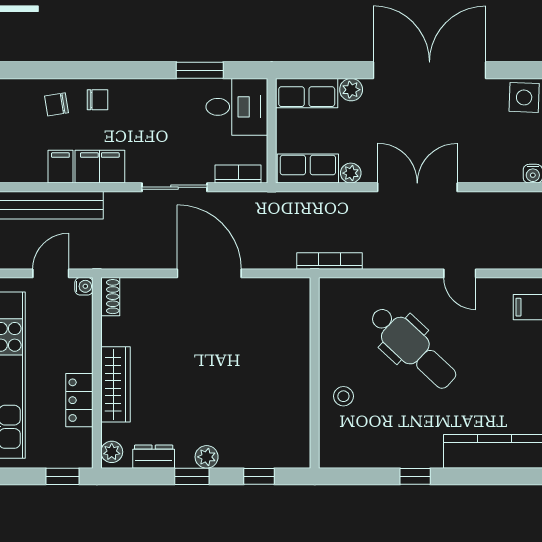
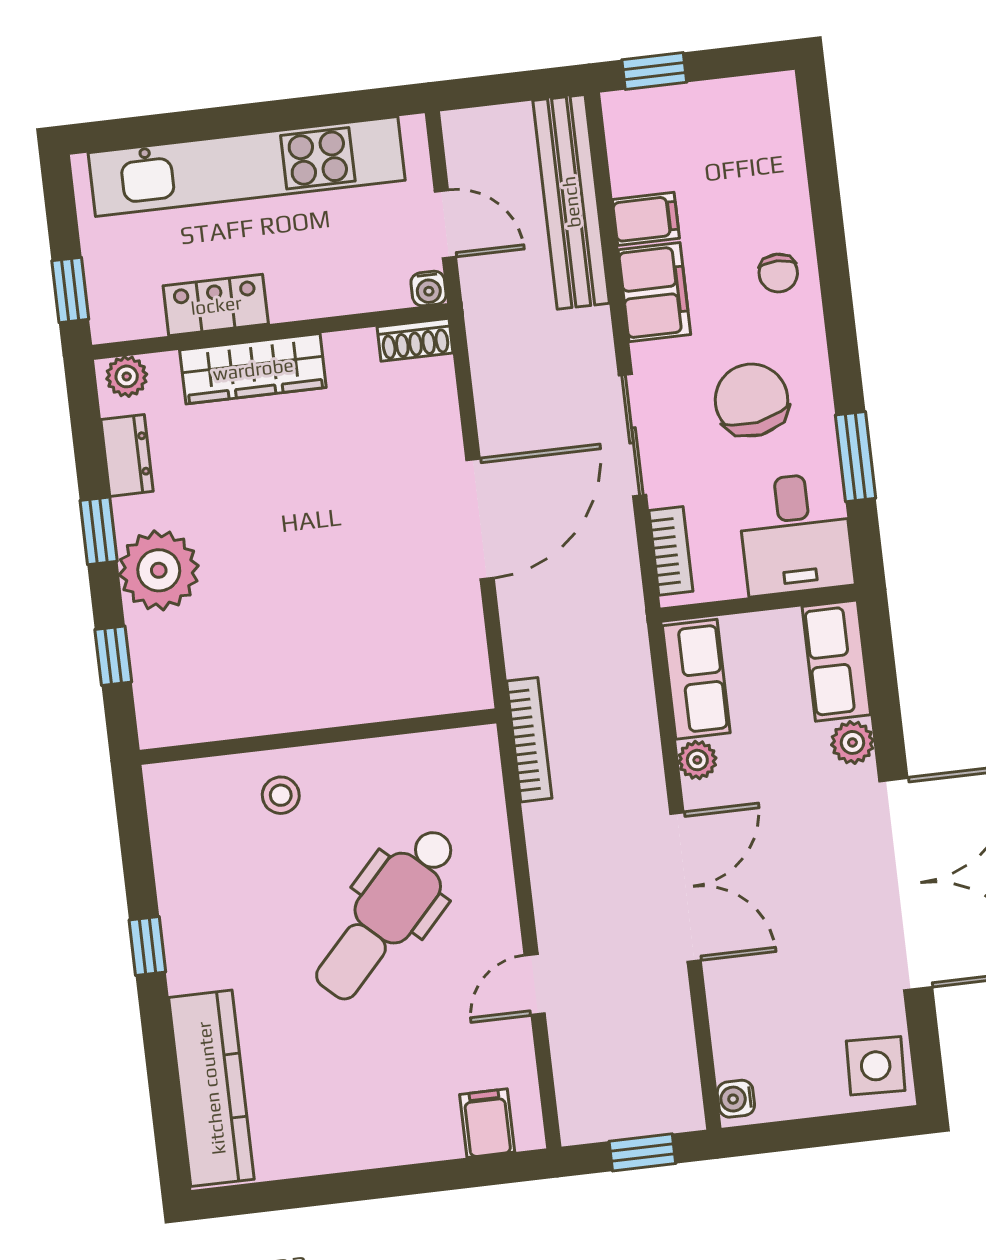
chair: (57, 104) -> (752, 400), moved, width x1.87, depth x1.87
plant: (207, 457) -> (159, 570), width x1.87, depth x1.87

